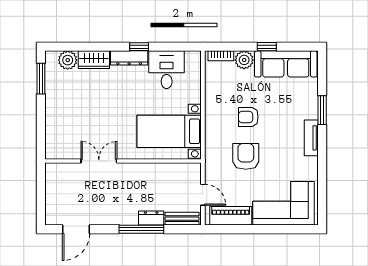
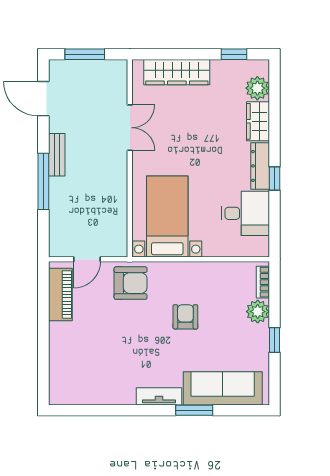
sofa: (286, 64) -> (223, 388), moved, turned 90
window: (41, 79) -> (234, 54), width x0.67
wardrobe: (55, 124) -> (177, 72), added
armchair: (246, 156) -> (131, 283), moved
window: (41, 197) -> (85, 54), added
corner sofa: (284, 203) -> (76, 361), removed
dresser: (151, 218) -> (58, 194), removed
bench: (182, 219) -> (57, 155), moved

